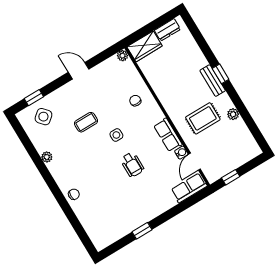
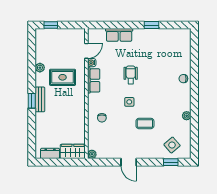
window: (231, 177) -> (51, 25), moved
row of seats: (189, 188) -> (119, 35), moved

